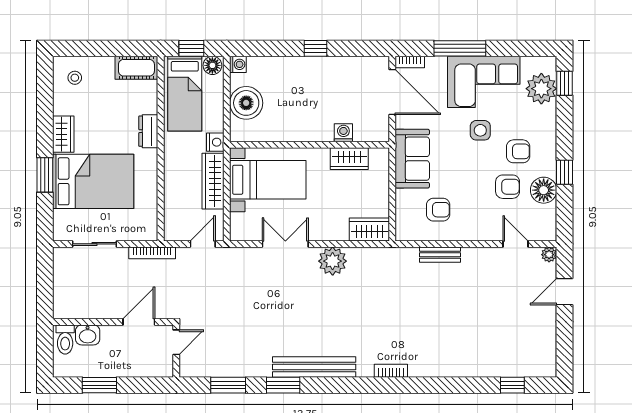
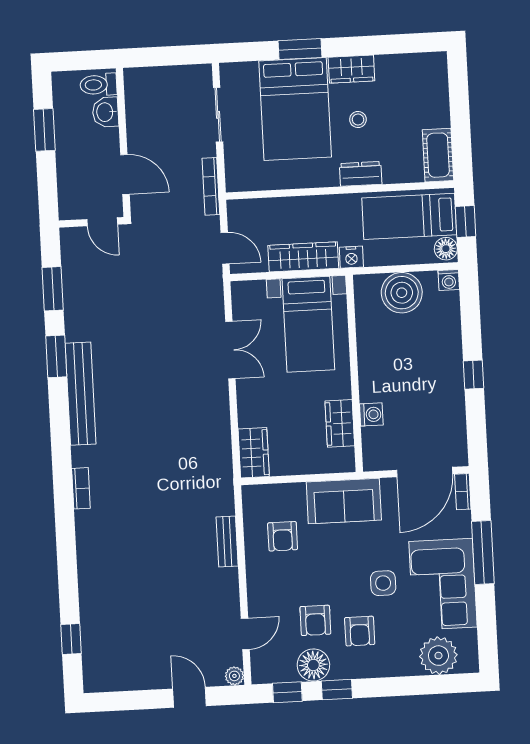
stool: (75, 78) -> (358, 119), moved
window: (564, 83) -> (287, 692), moved
plant: (333, 261) -> (212, 409), removed

